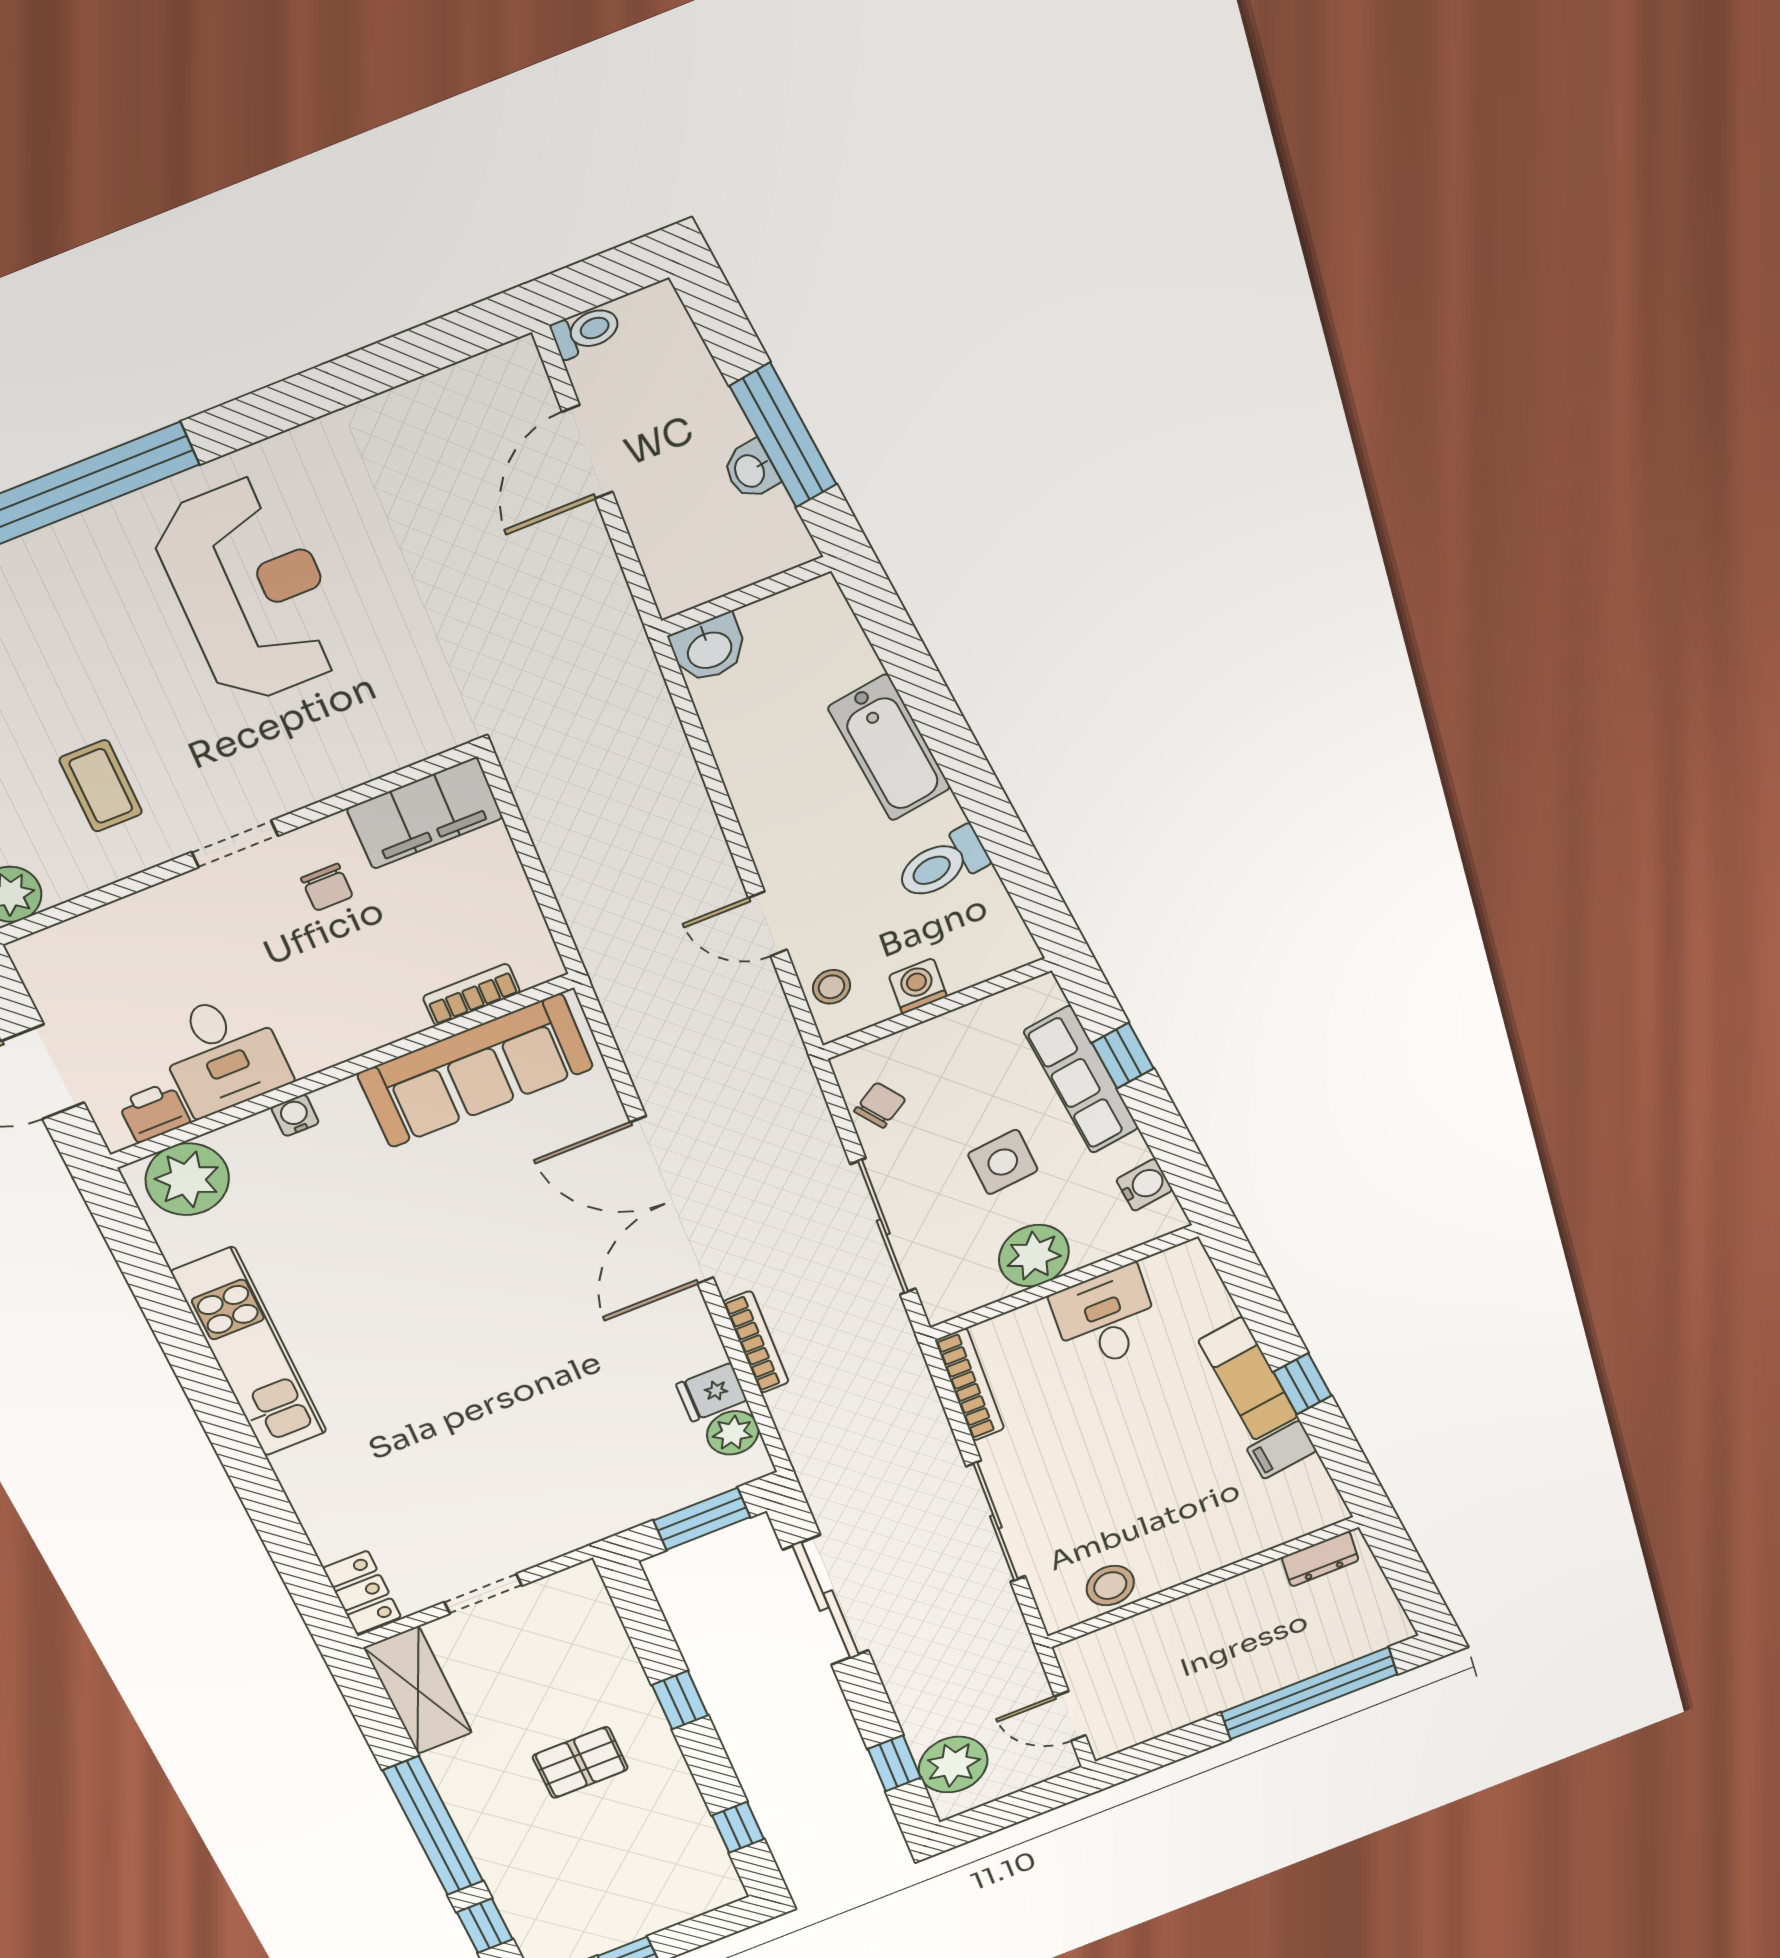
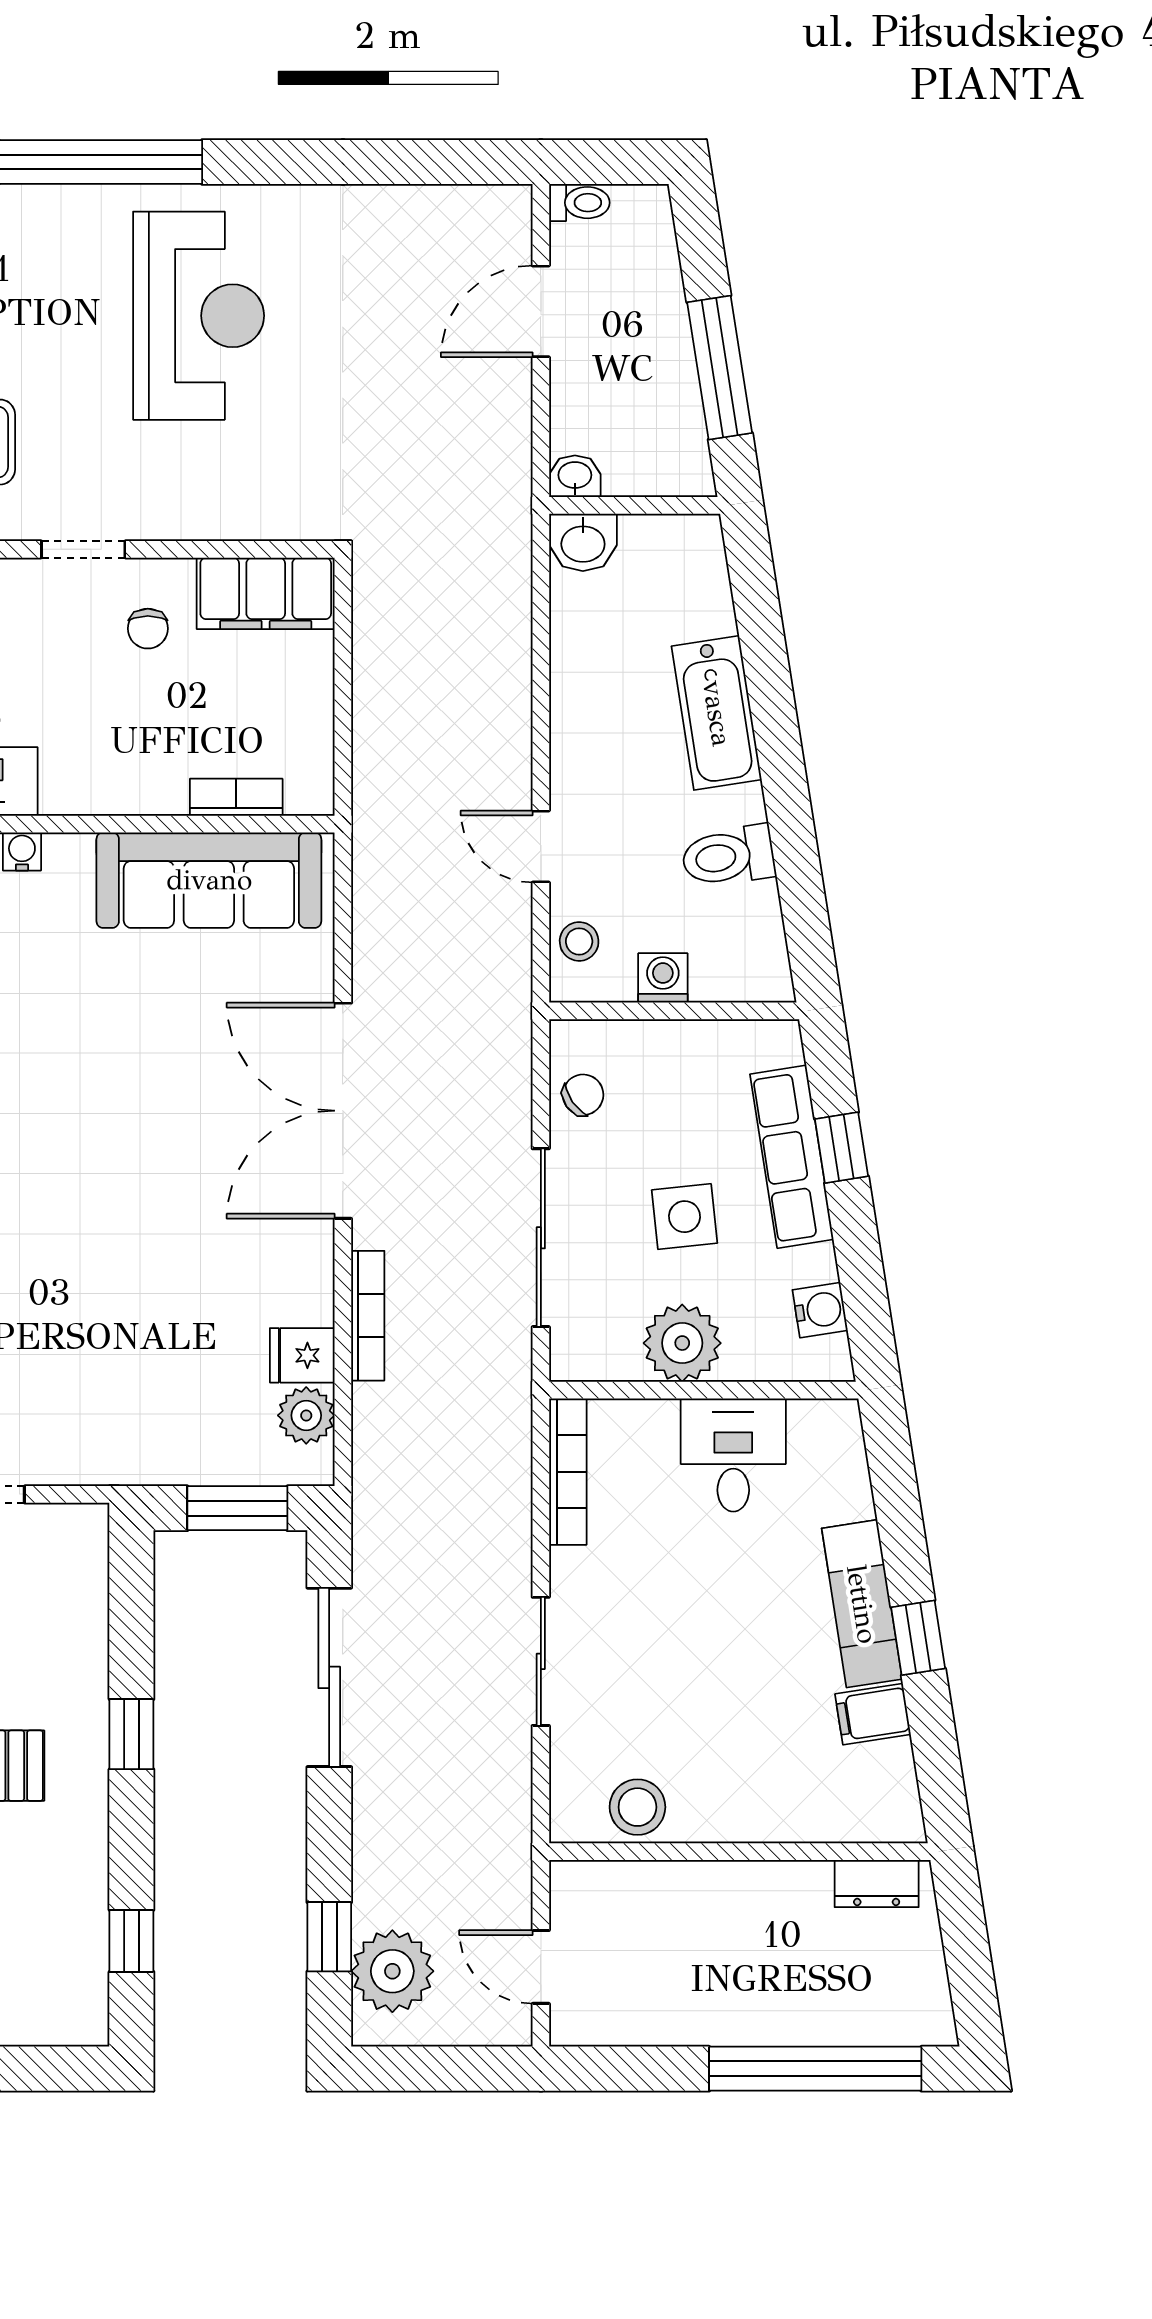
washbasin: (751, 470) -> (575, 476), moved, turned 99
sliding door: (996, 1522) -> (541, 1661), width x0.73

